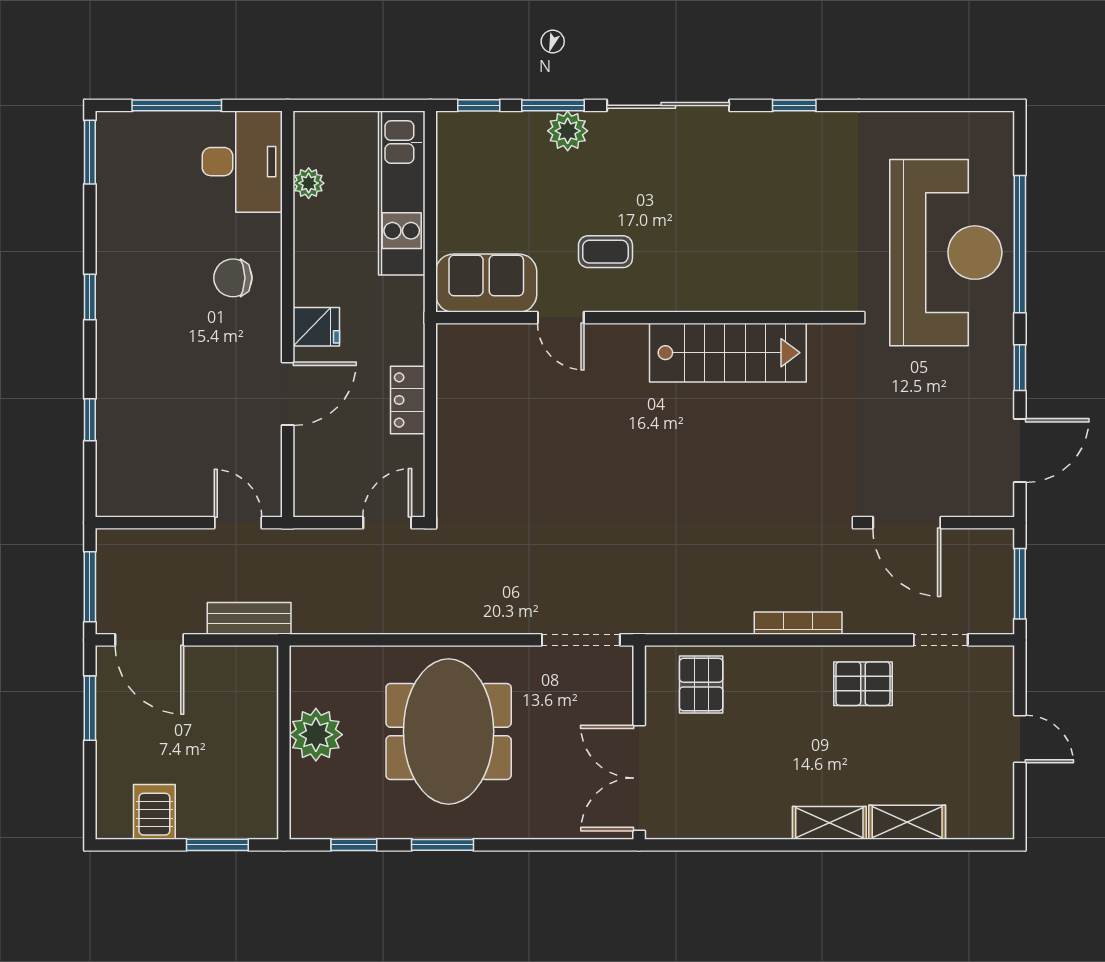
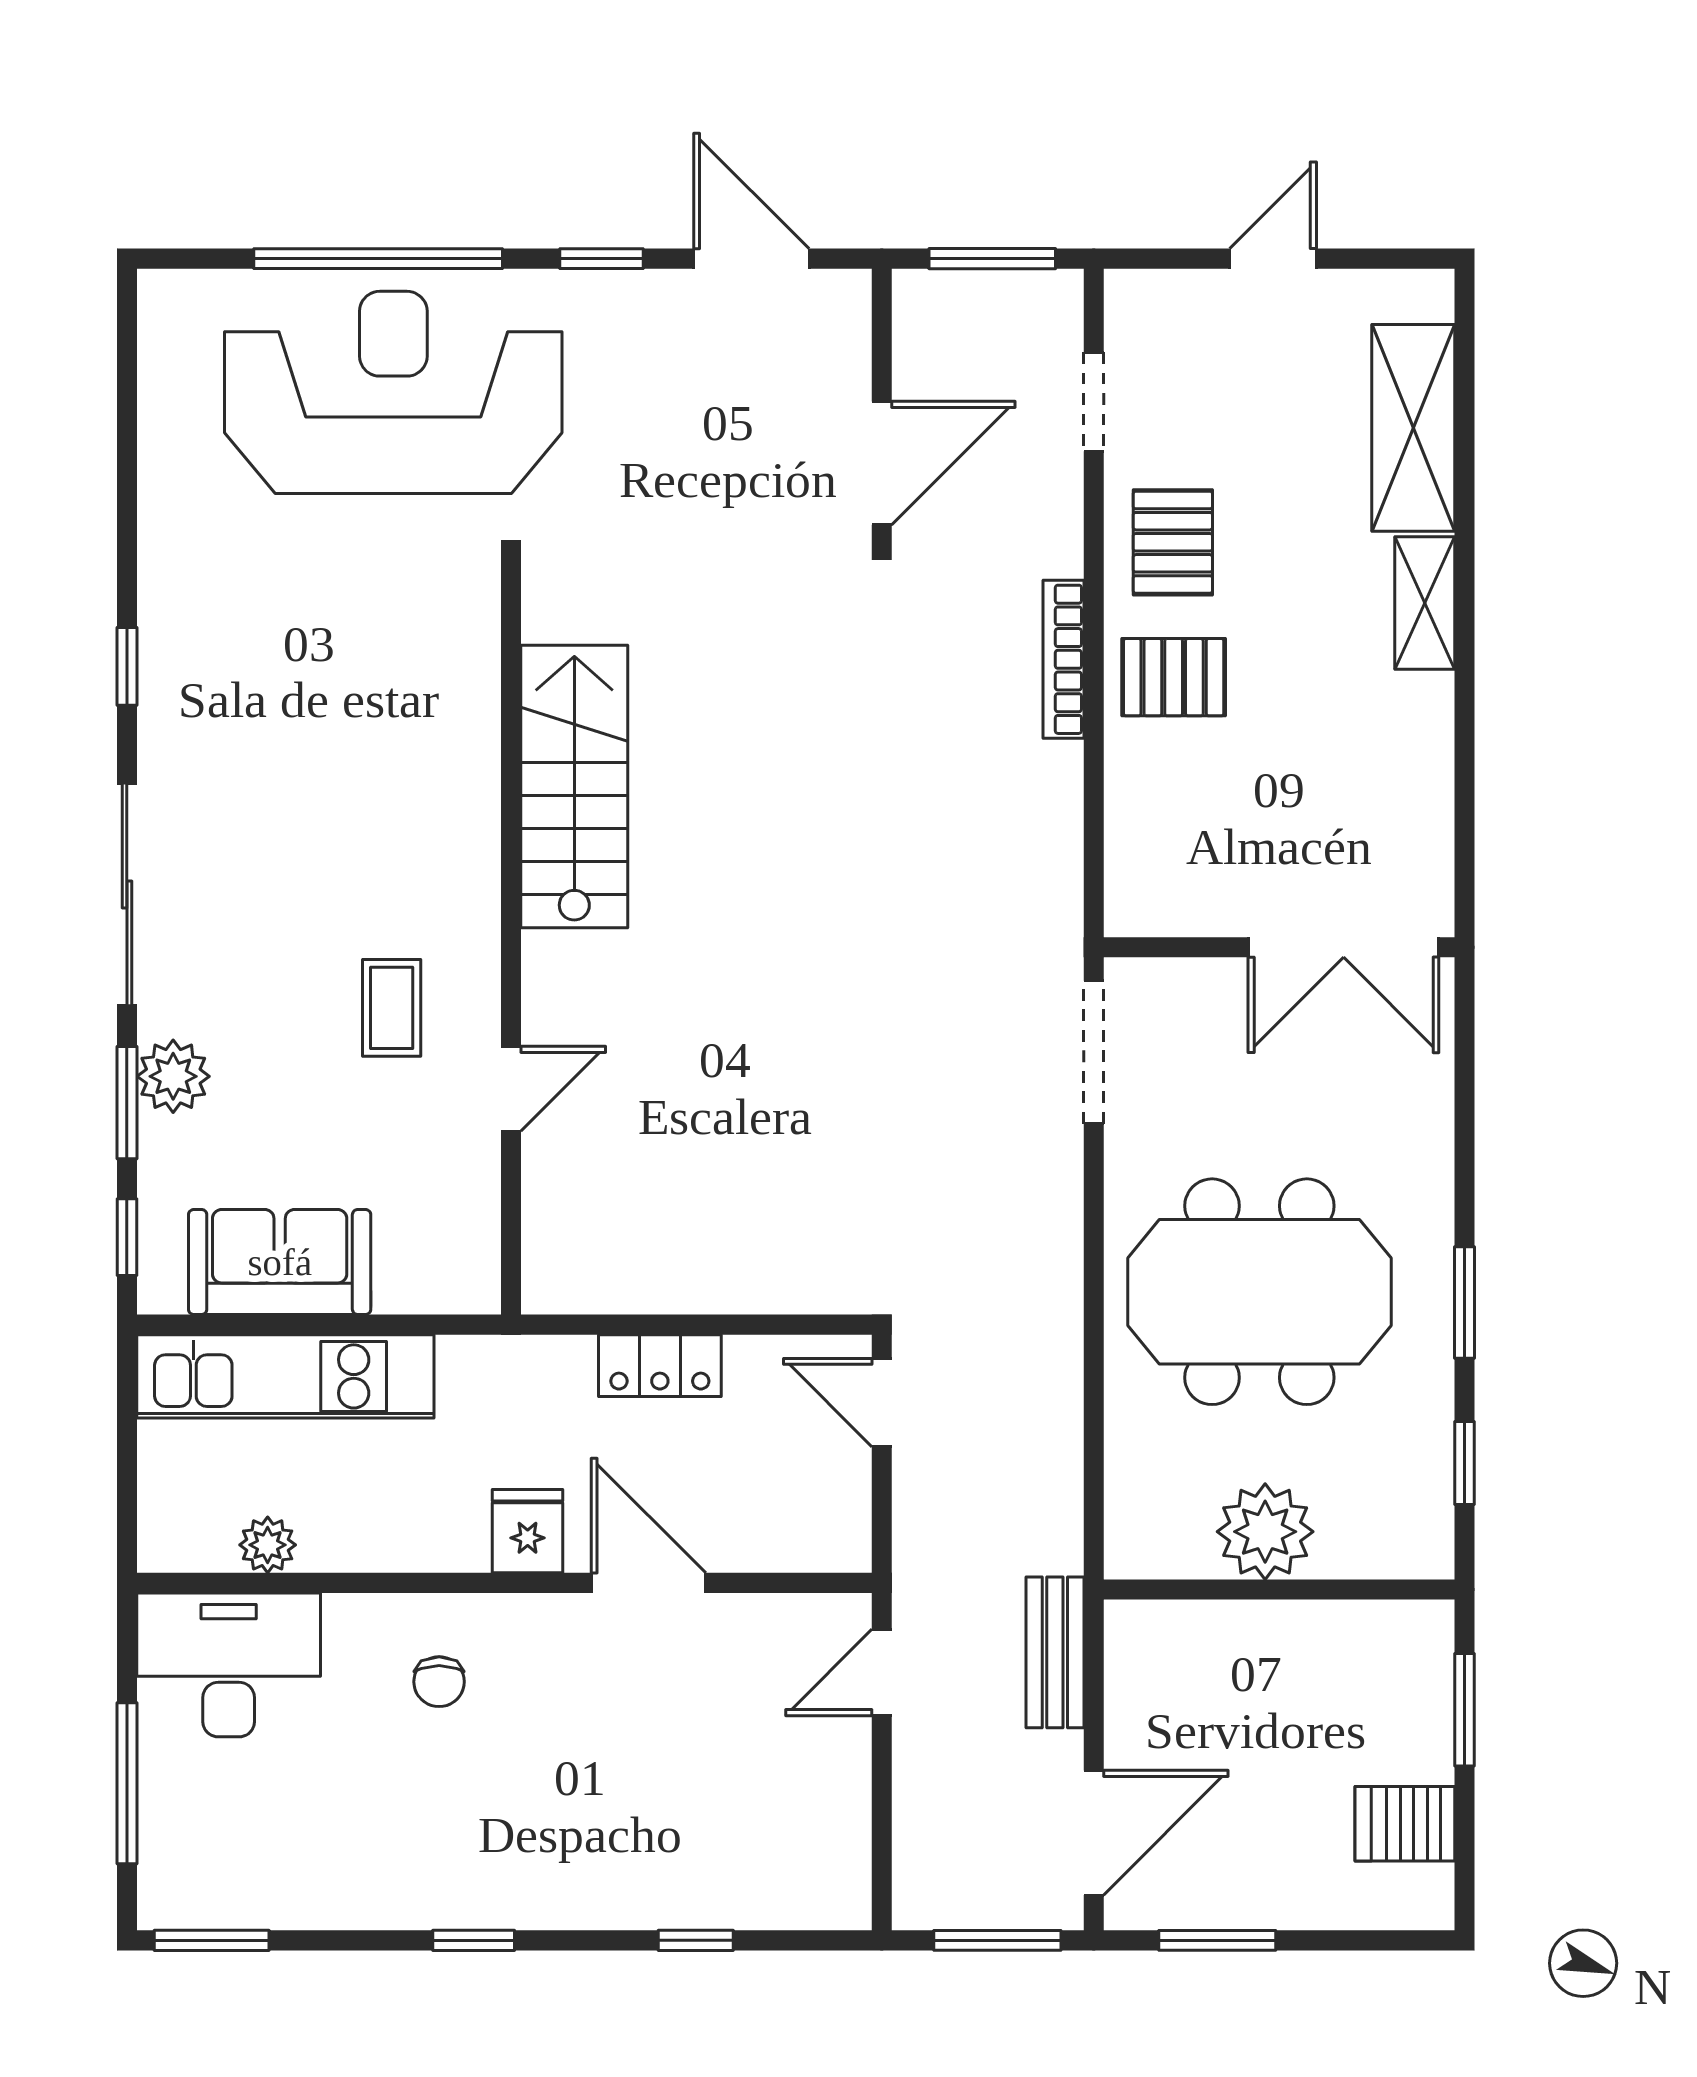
chair: (233, 278) -> (439, 1682), width x0.73, depth x0.73
sofa: (486, 283) -> (280, 1262), moved, turned 90
pallet: (701, 685) -> (1174, 677), moved
shelving: (907, 822) -> (1413, 428), width x1.50, depth x1.33

